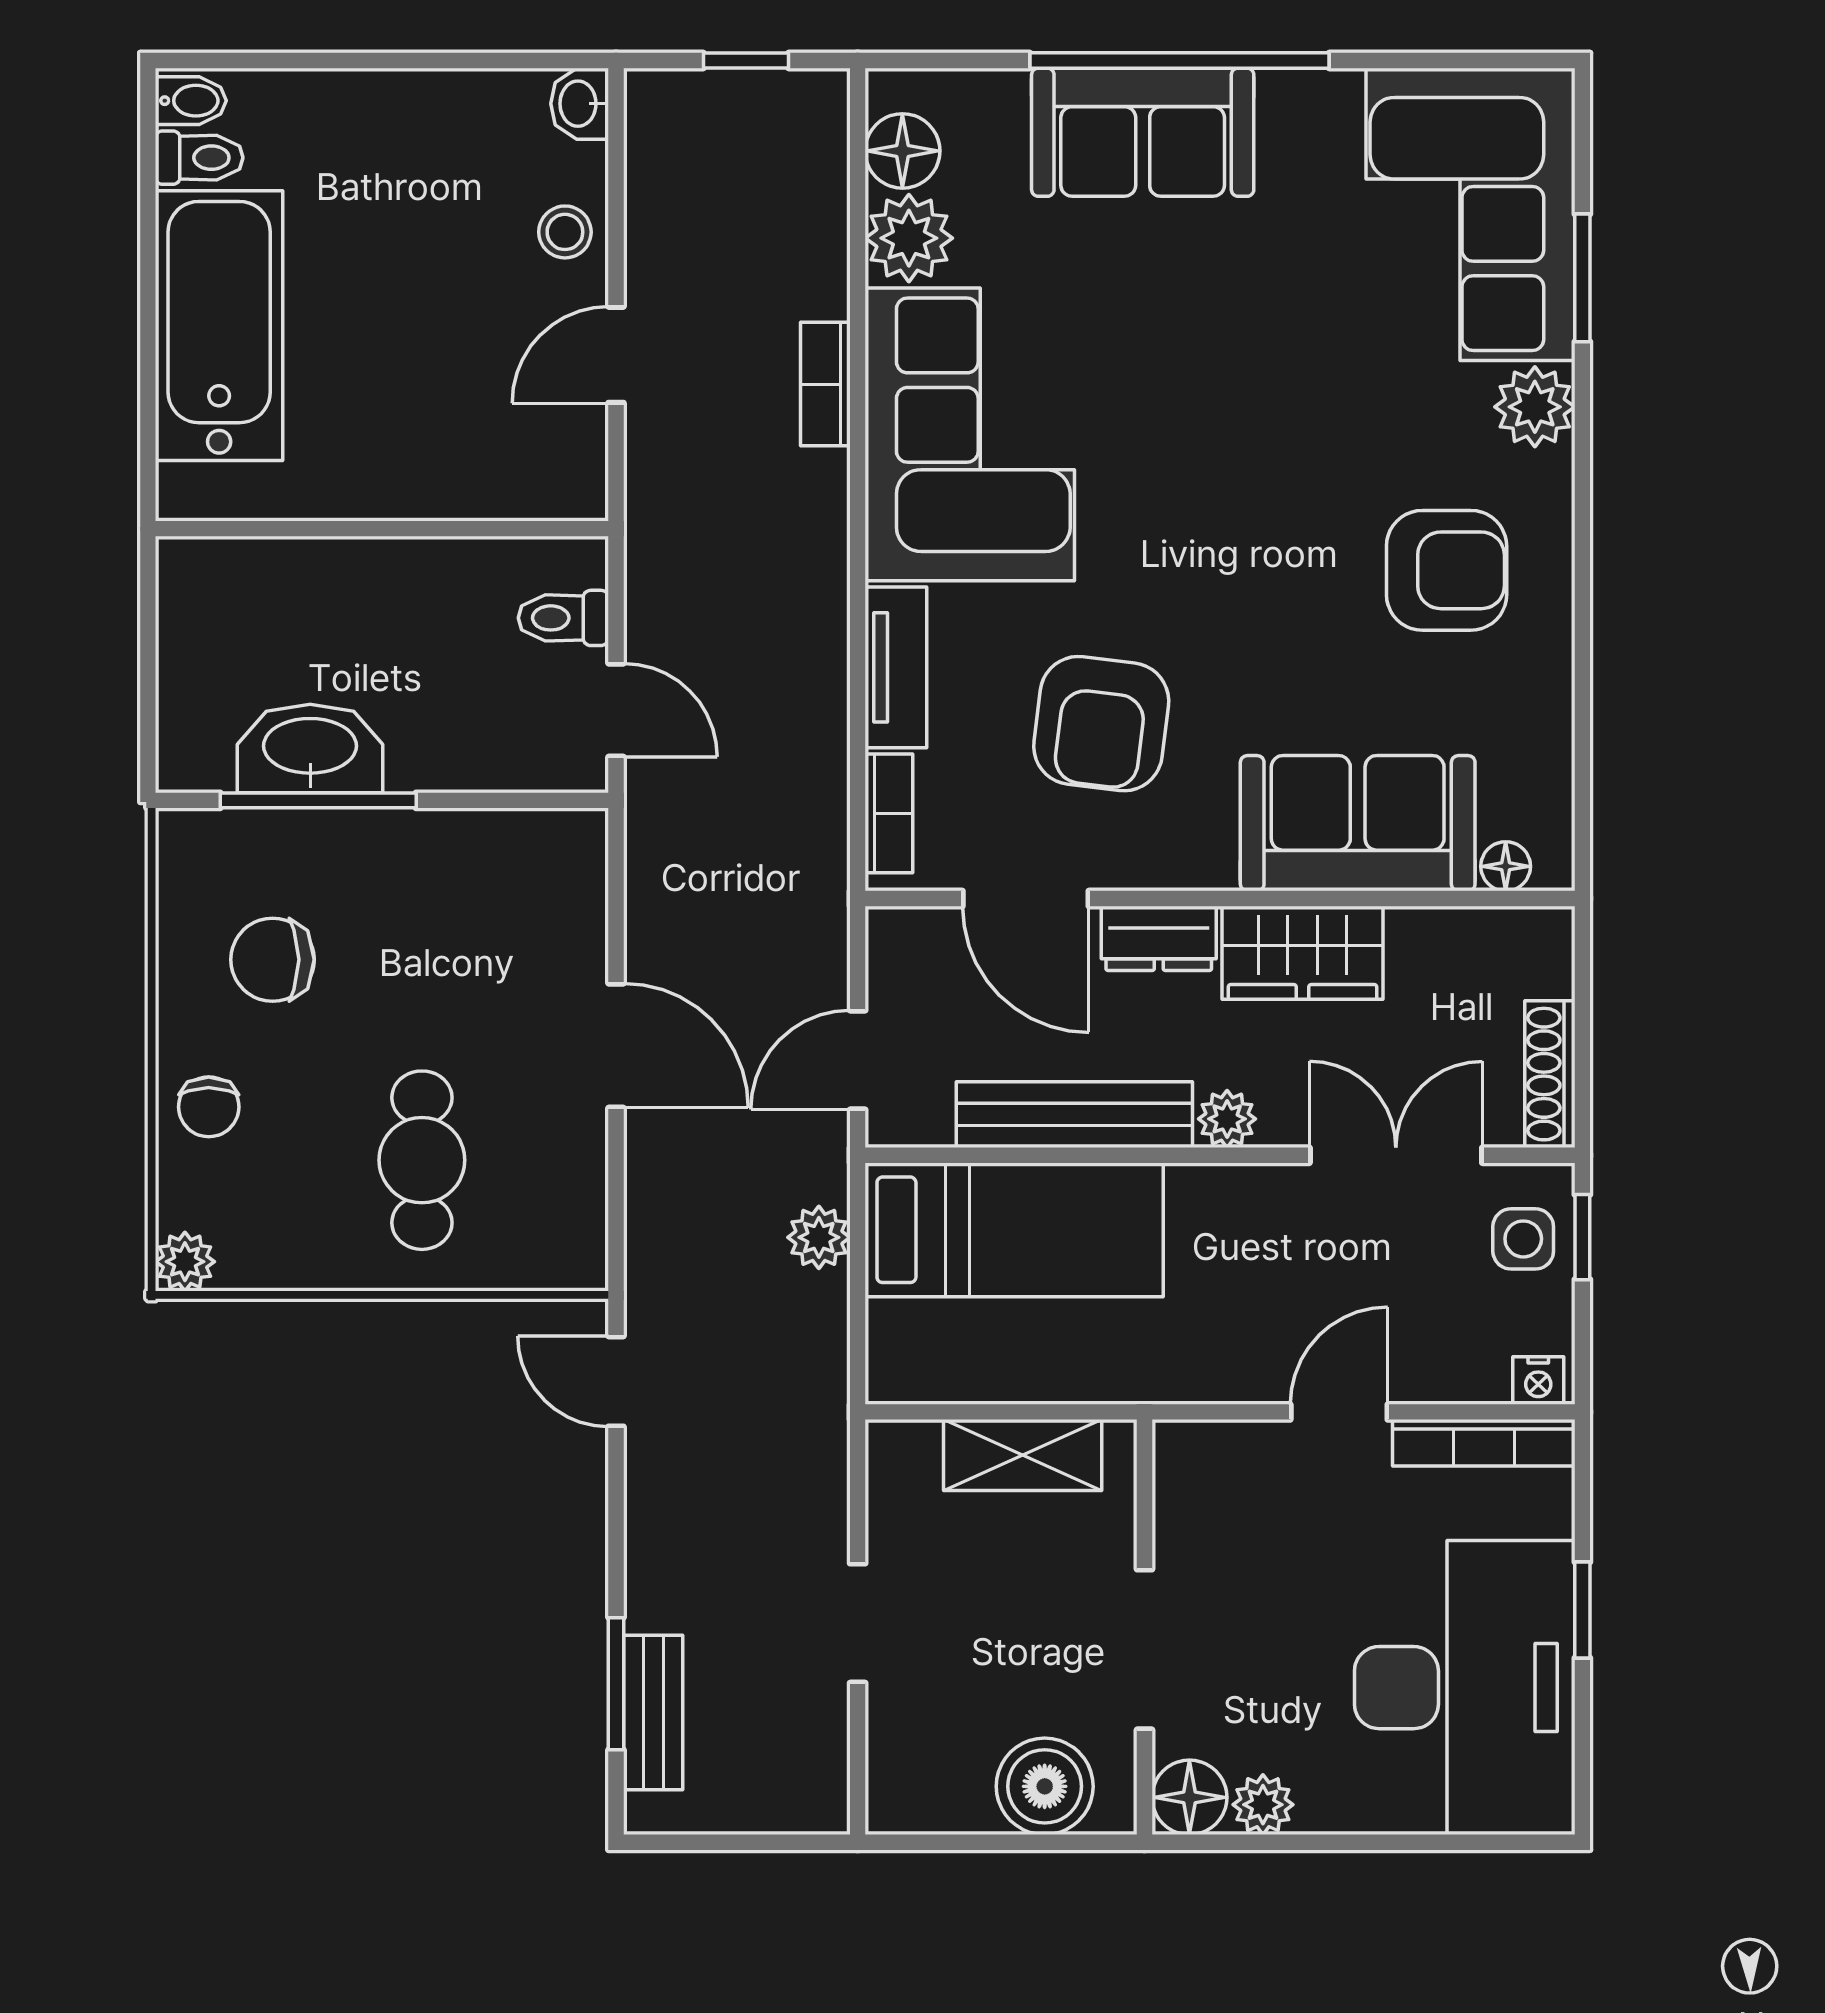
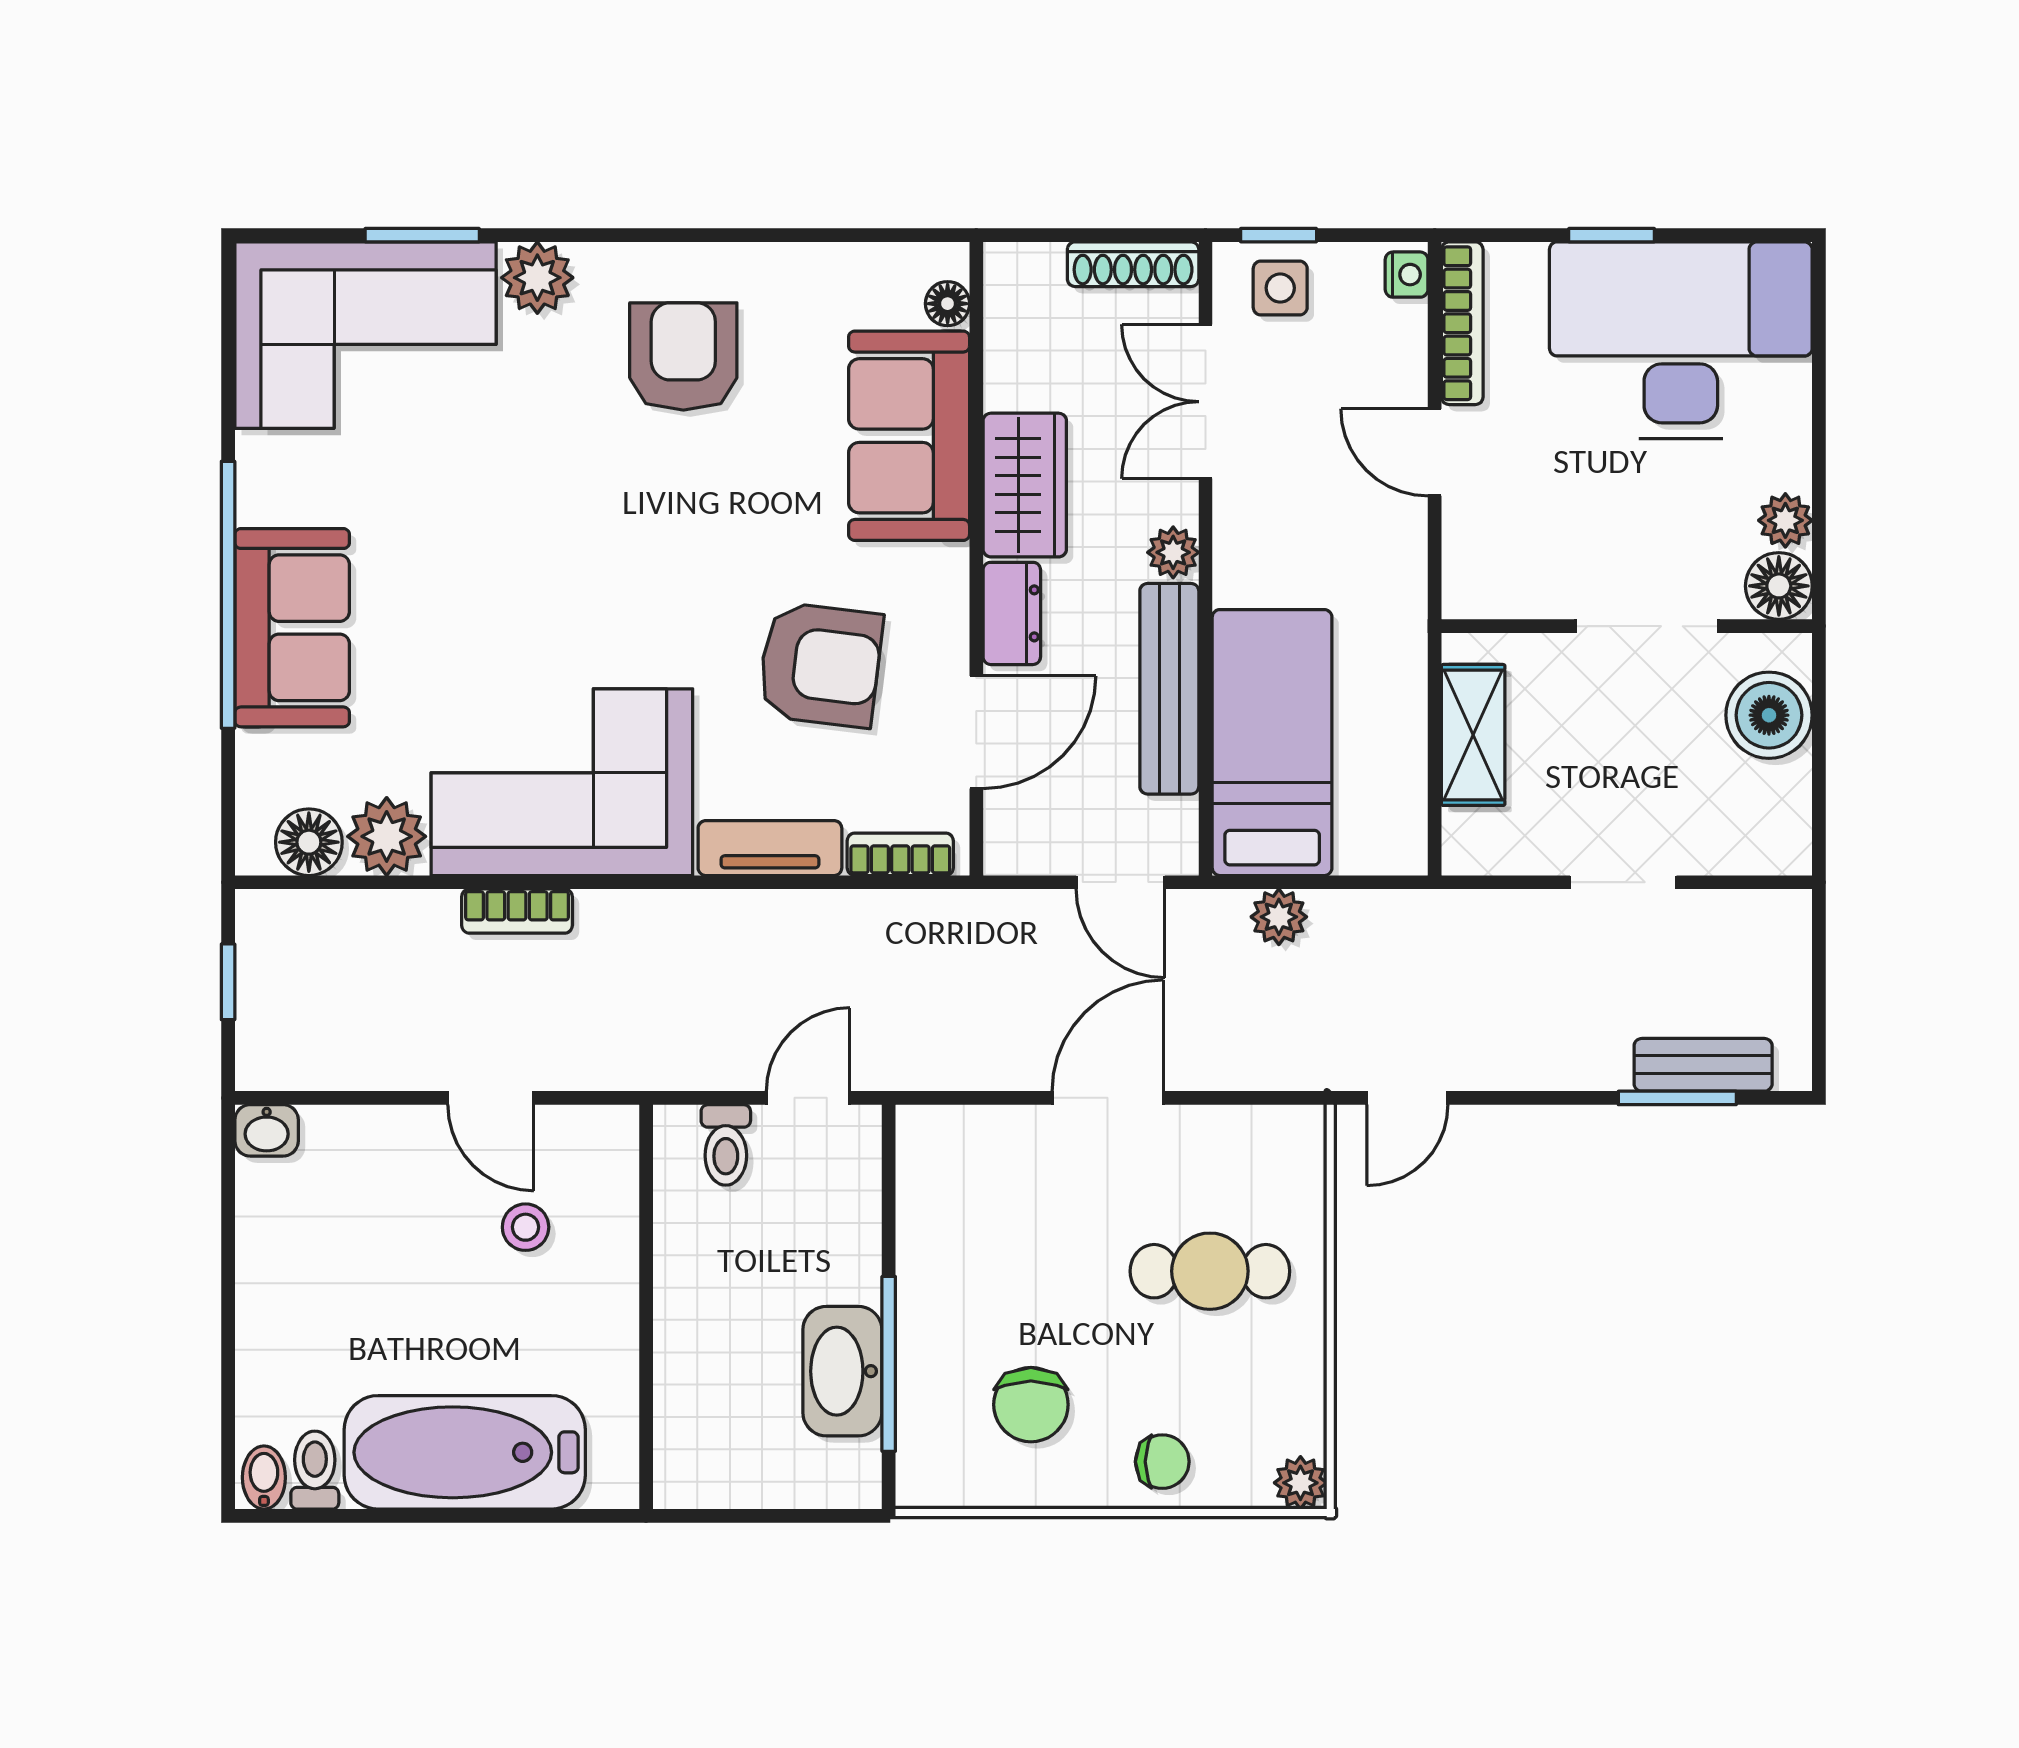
stool: (565, 232) -> (526, 1227), moved

